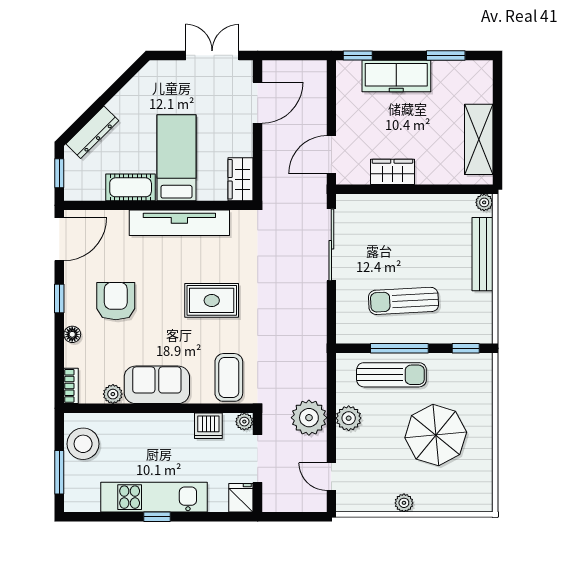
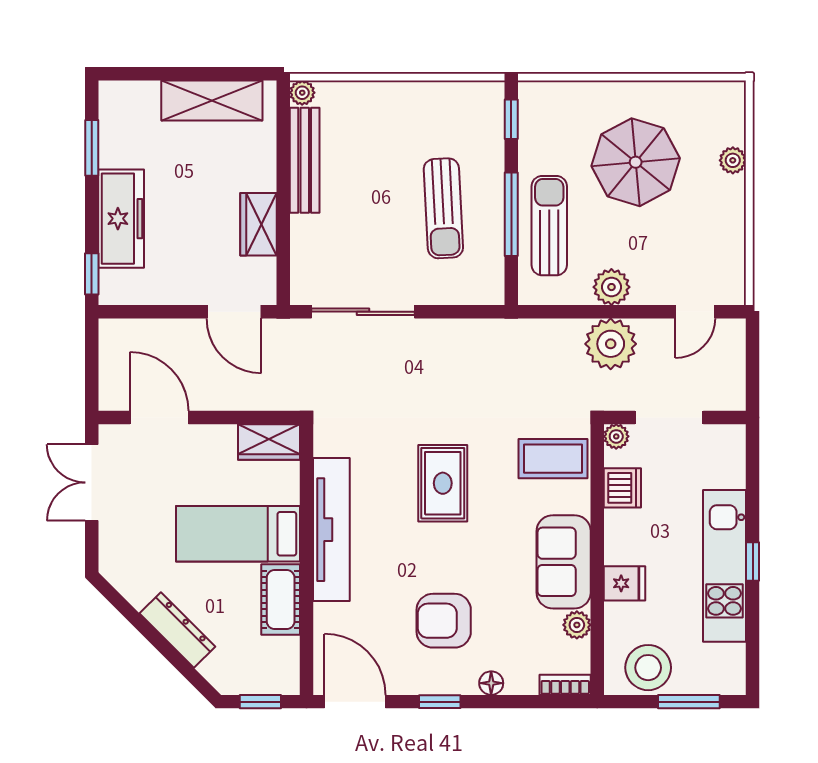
dresser: (92, 132) -> (177, 630), moved
bench: (483, 254) -> (305, 160), moved, turned 90
fridge: (241, 498) -> (624, 583), moved, turned 180
plant: (404, 503) -> (733, 160), moved

